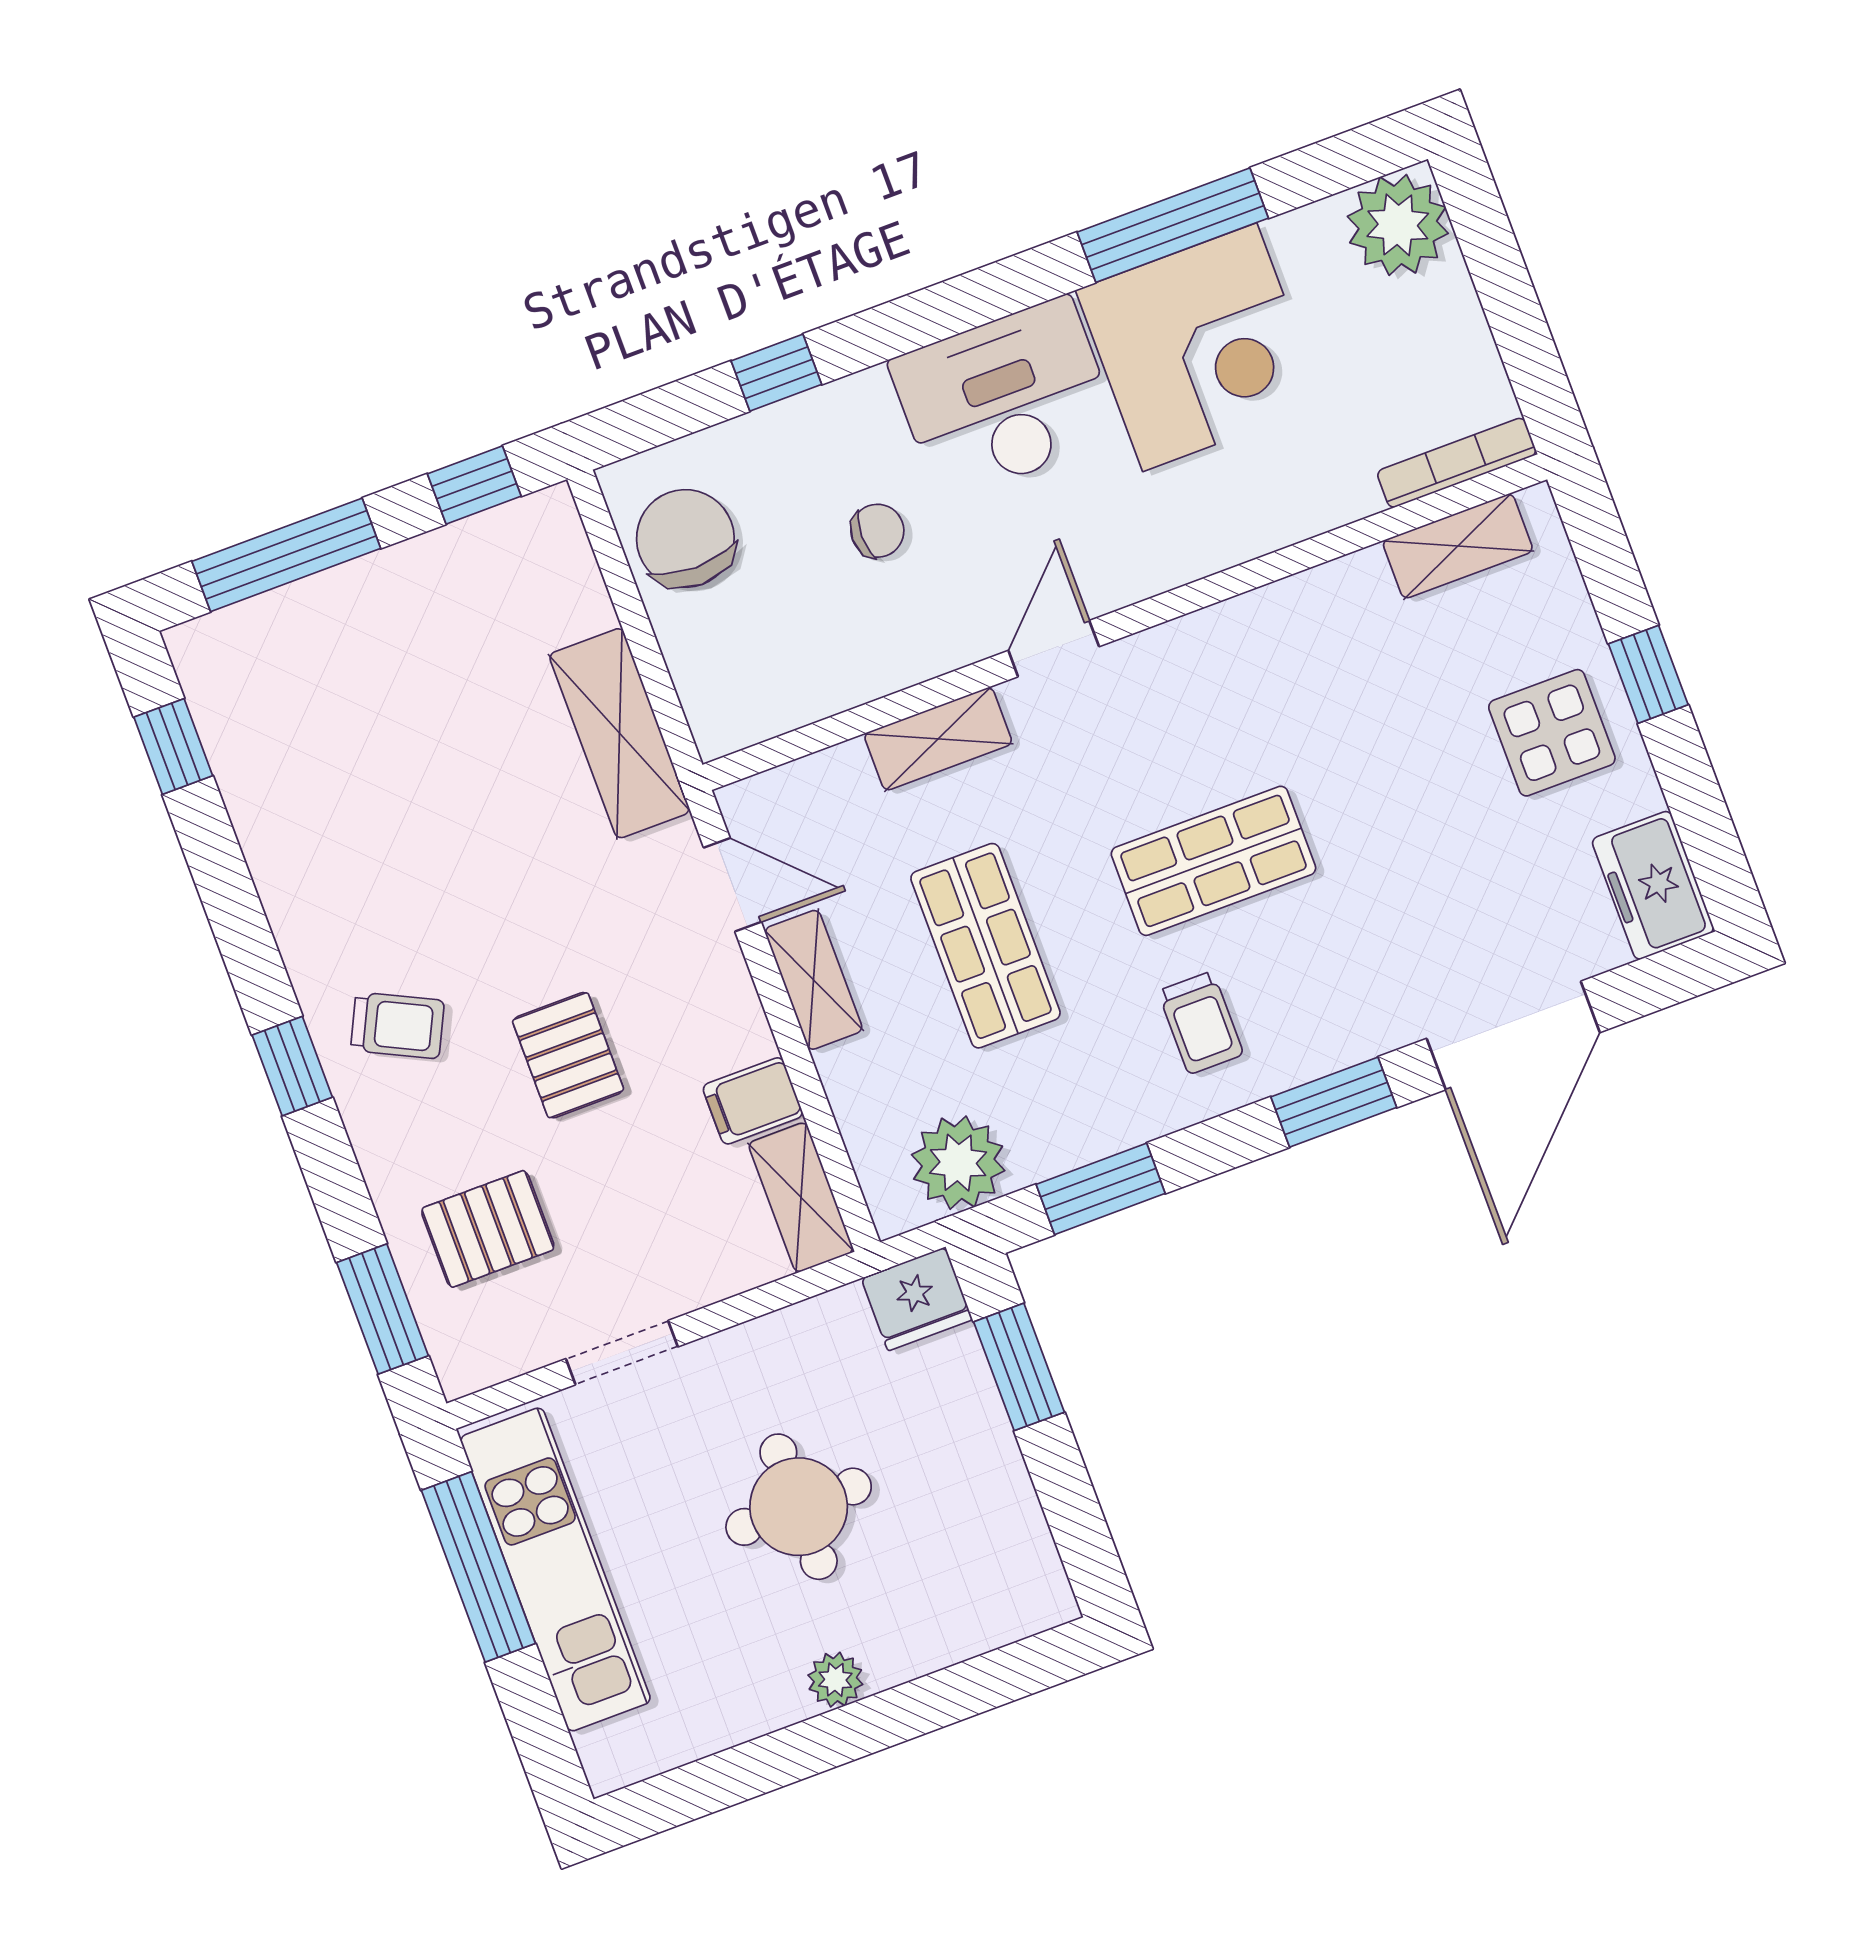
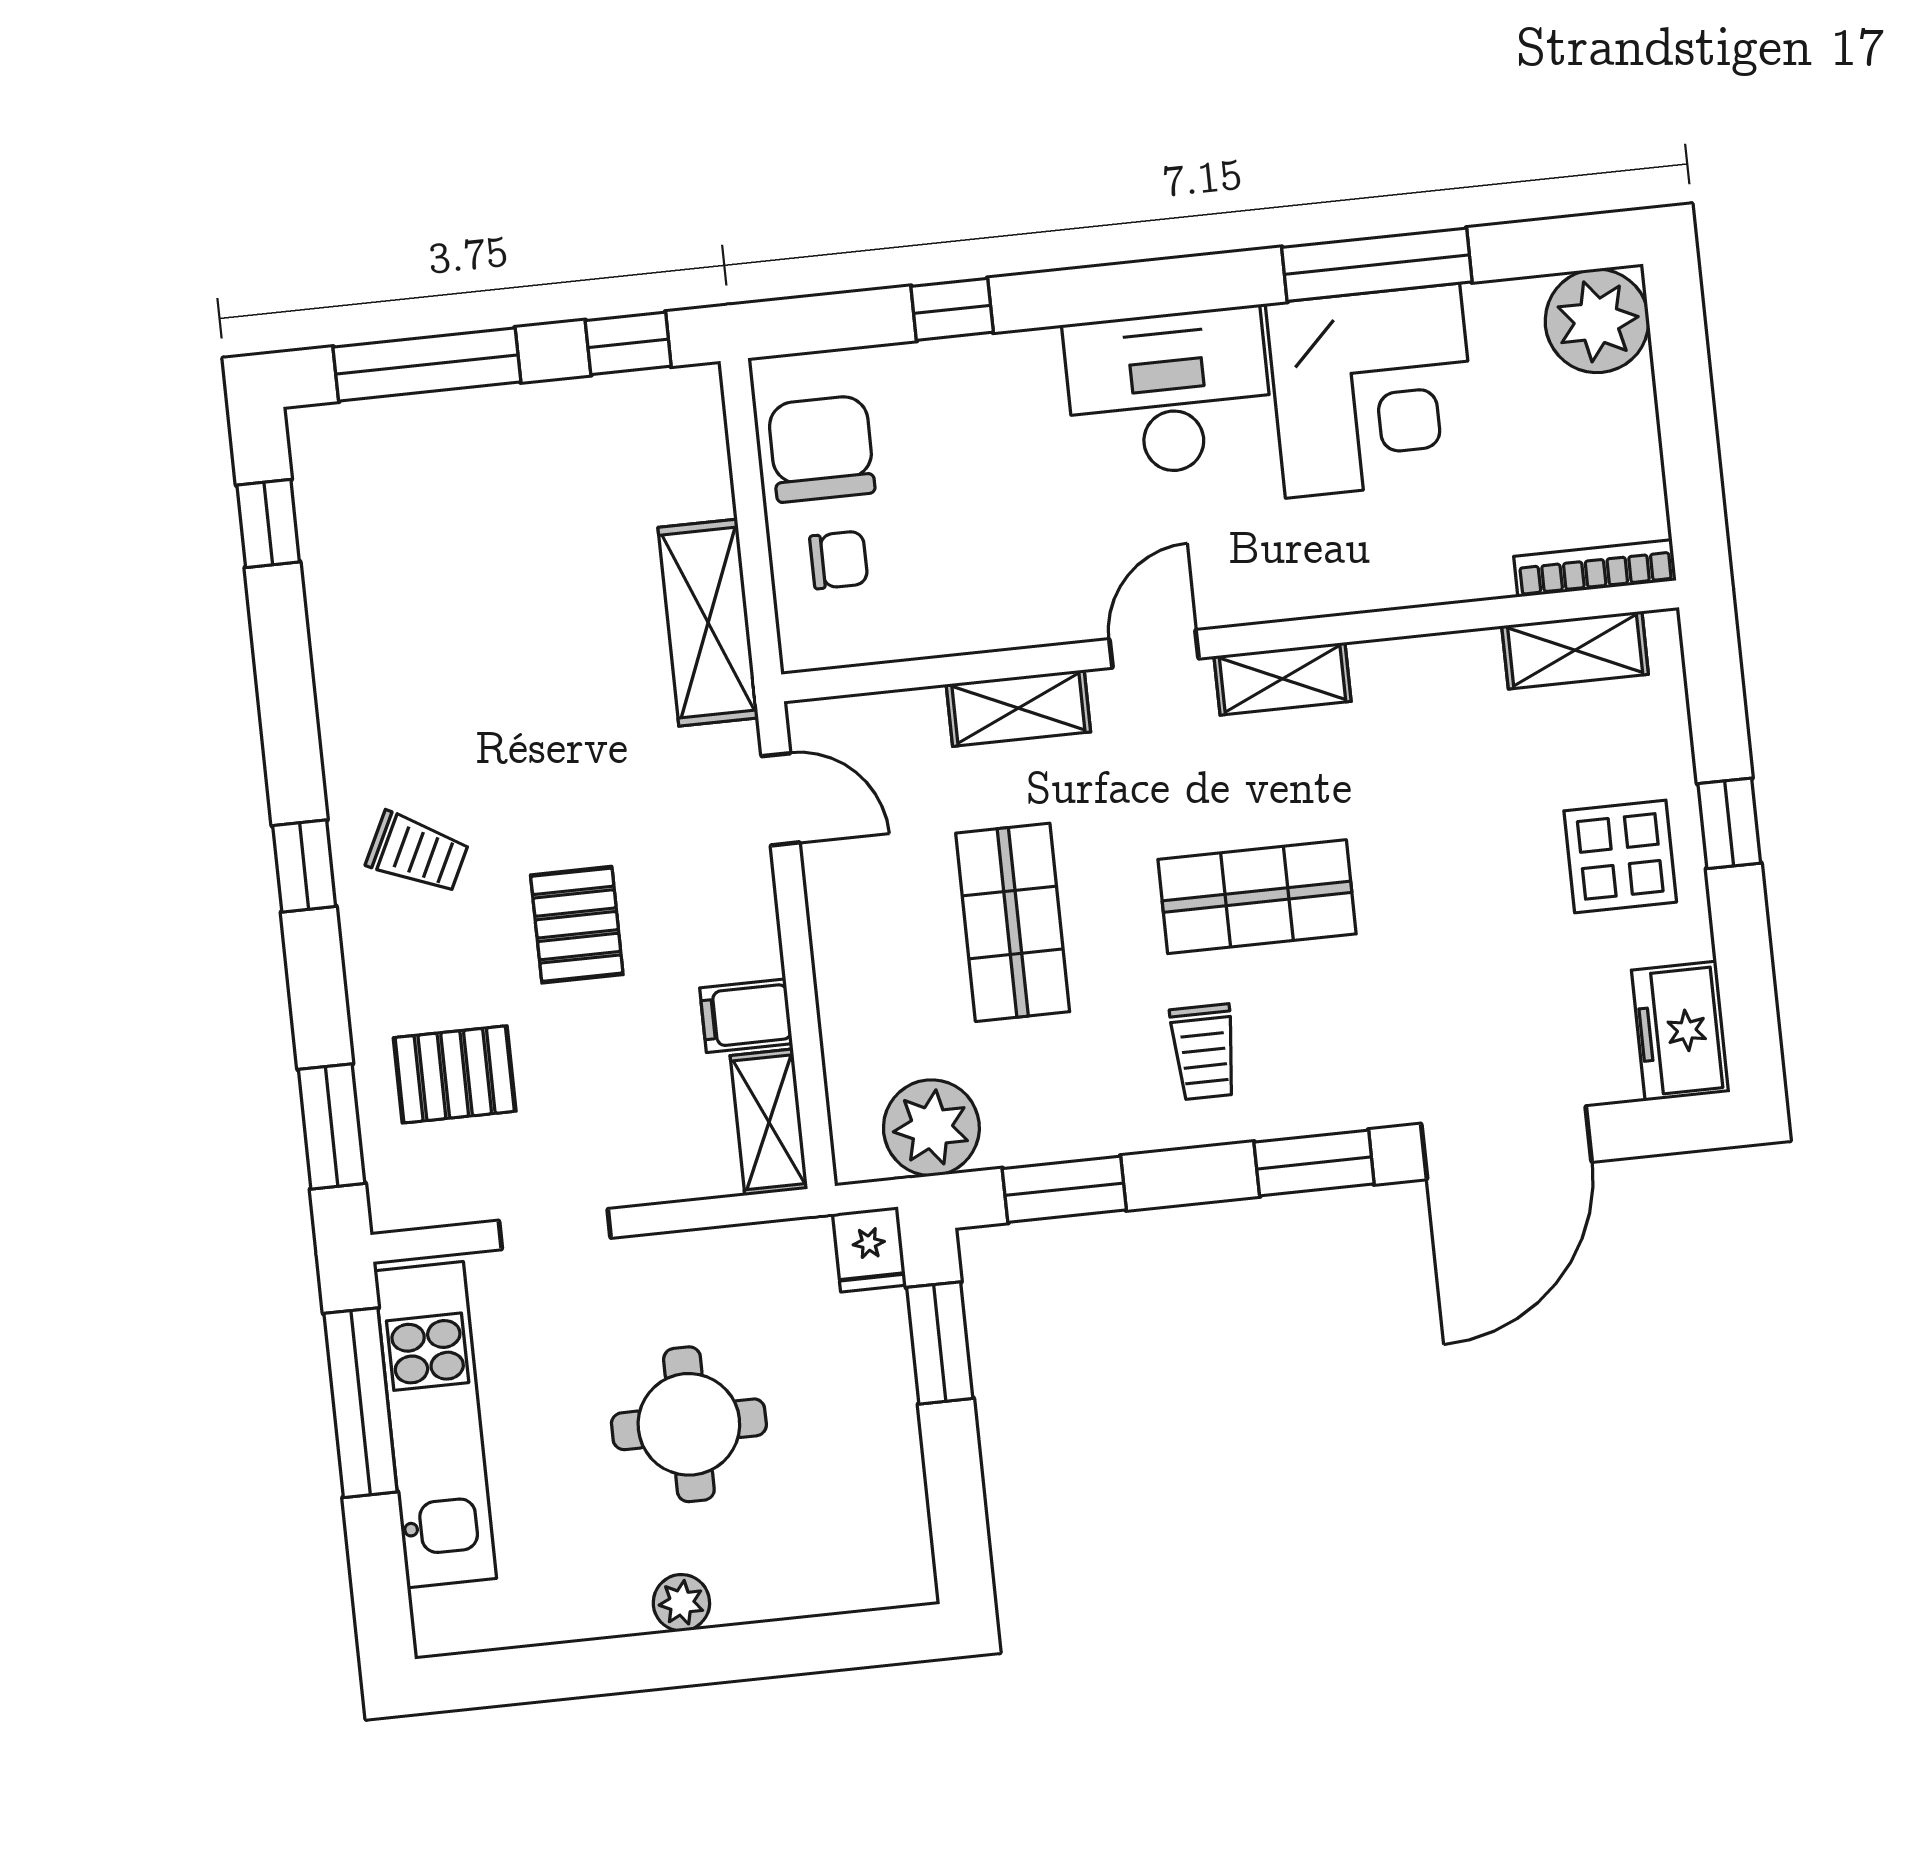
chair: (877, 531) -> (839, 560), moved
shelving: (813, 980) -> (1283, 679), moved, turned 90
fridge: (917, 1299) -> (869, 1249), width x0.72

